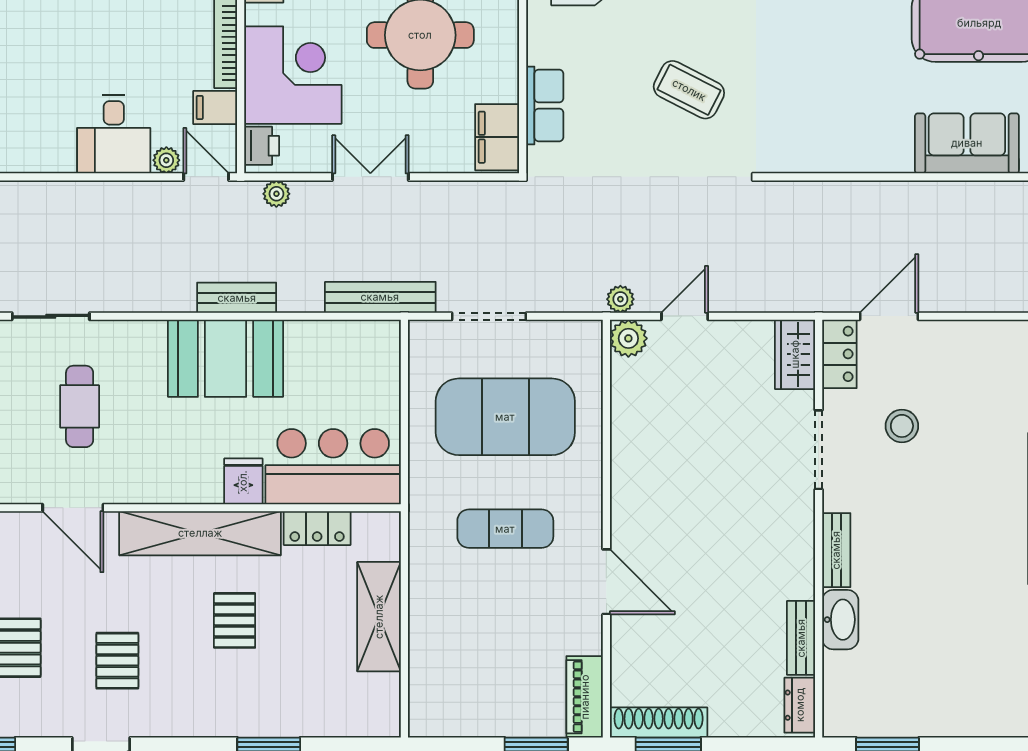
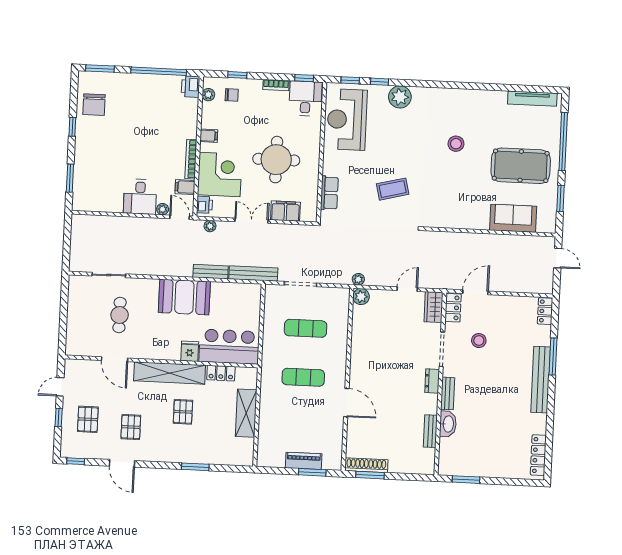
coffee table: (689, 90) -> (393, 189), turned -41
filing cabinet: (497, 137) -> (285, 211), moved, turned 90
bench: (237, 298) -> (211, 272), moved
door: (685, 316) -> (407, 289), moved
exercise mat: (505, 417) -> (306, 328), width x0.50, depth x0.69
piano: (585, 697) -> (304, 461), moved, turned 90
dresser: (800, 705) -> (432, 381), moved

